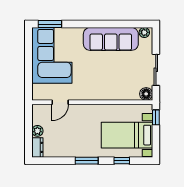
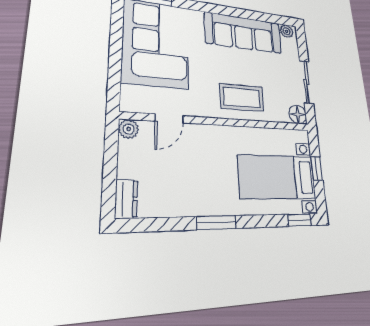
coffee table: (107, 85) -> (242, 98), added
window: (156, 117) -> (317, 168), moved
plant: (37, 131) -> (129, 129), moved
window: (122, 161) -> (299, 220), moved

